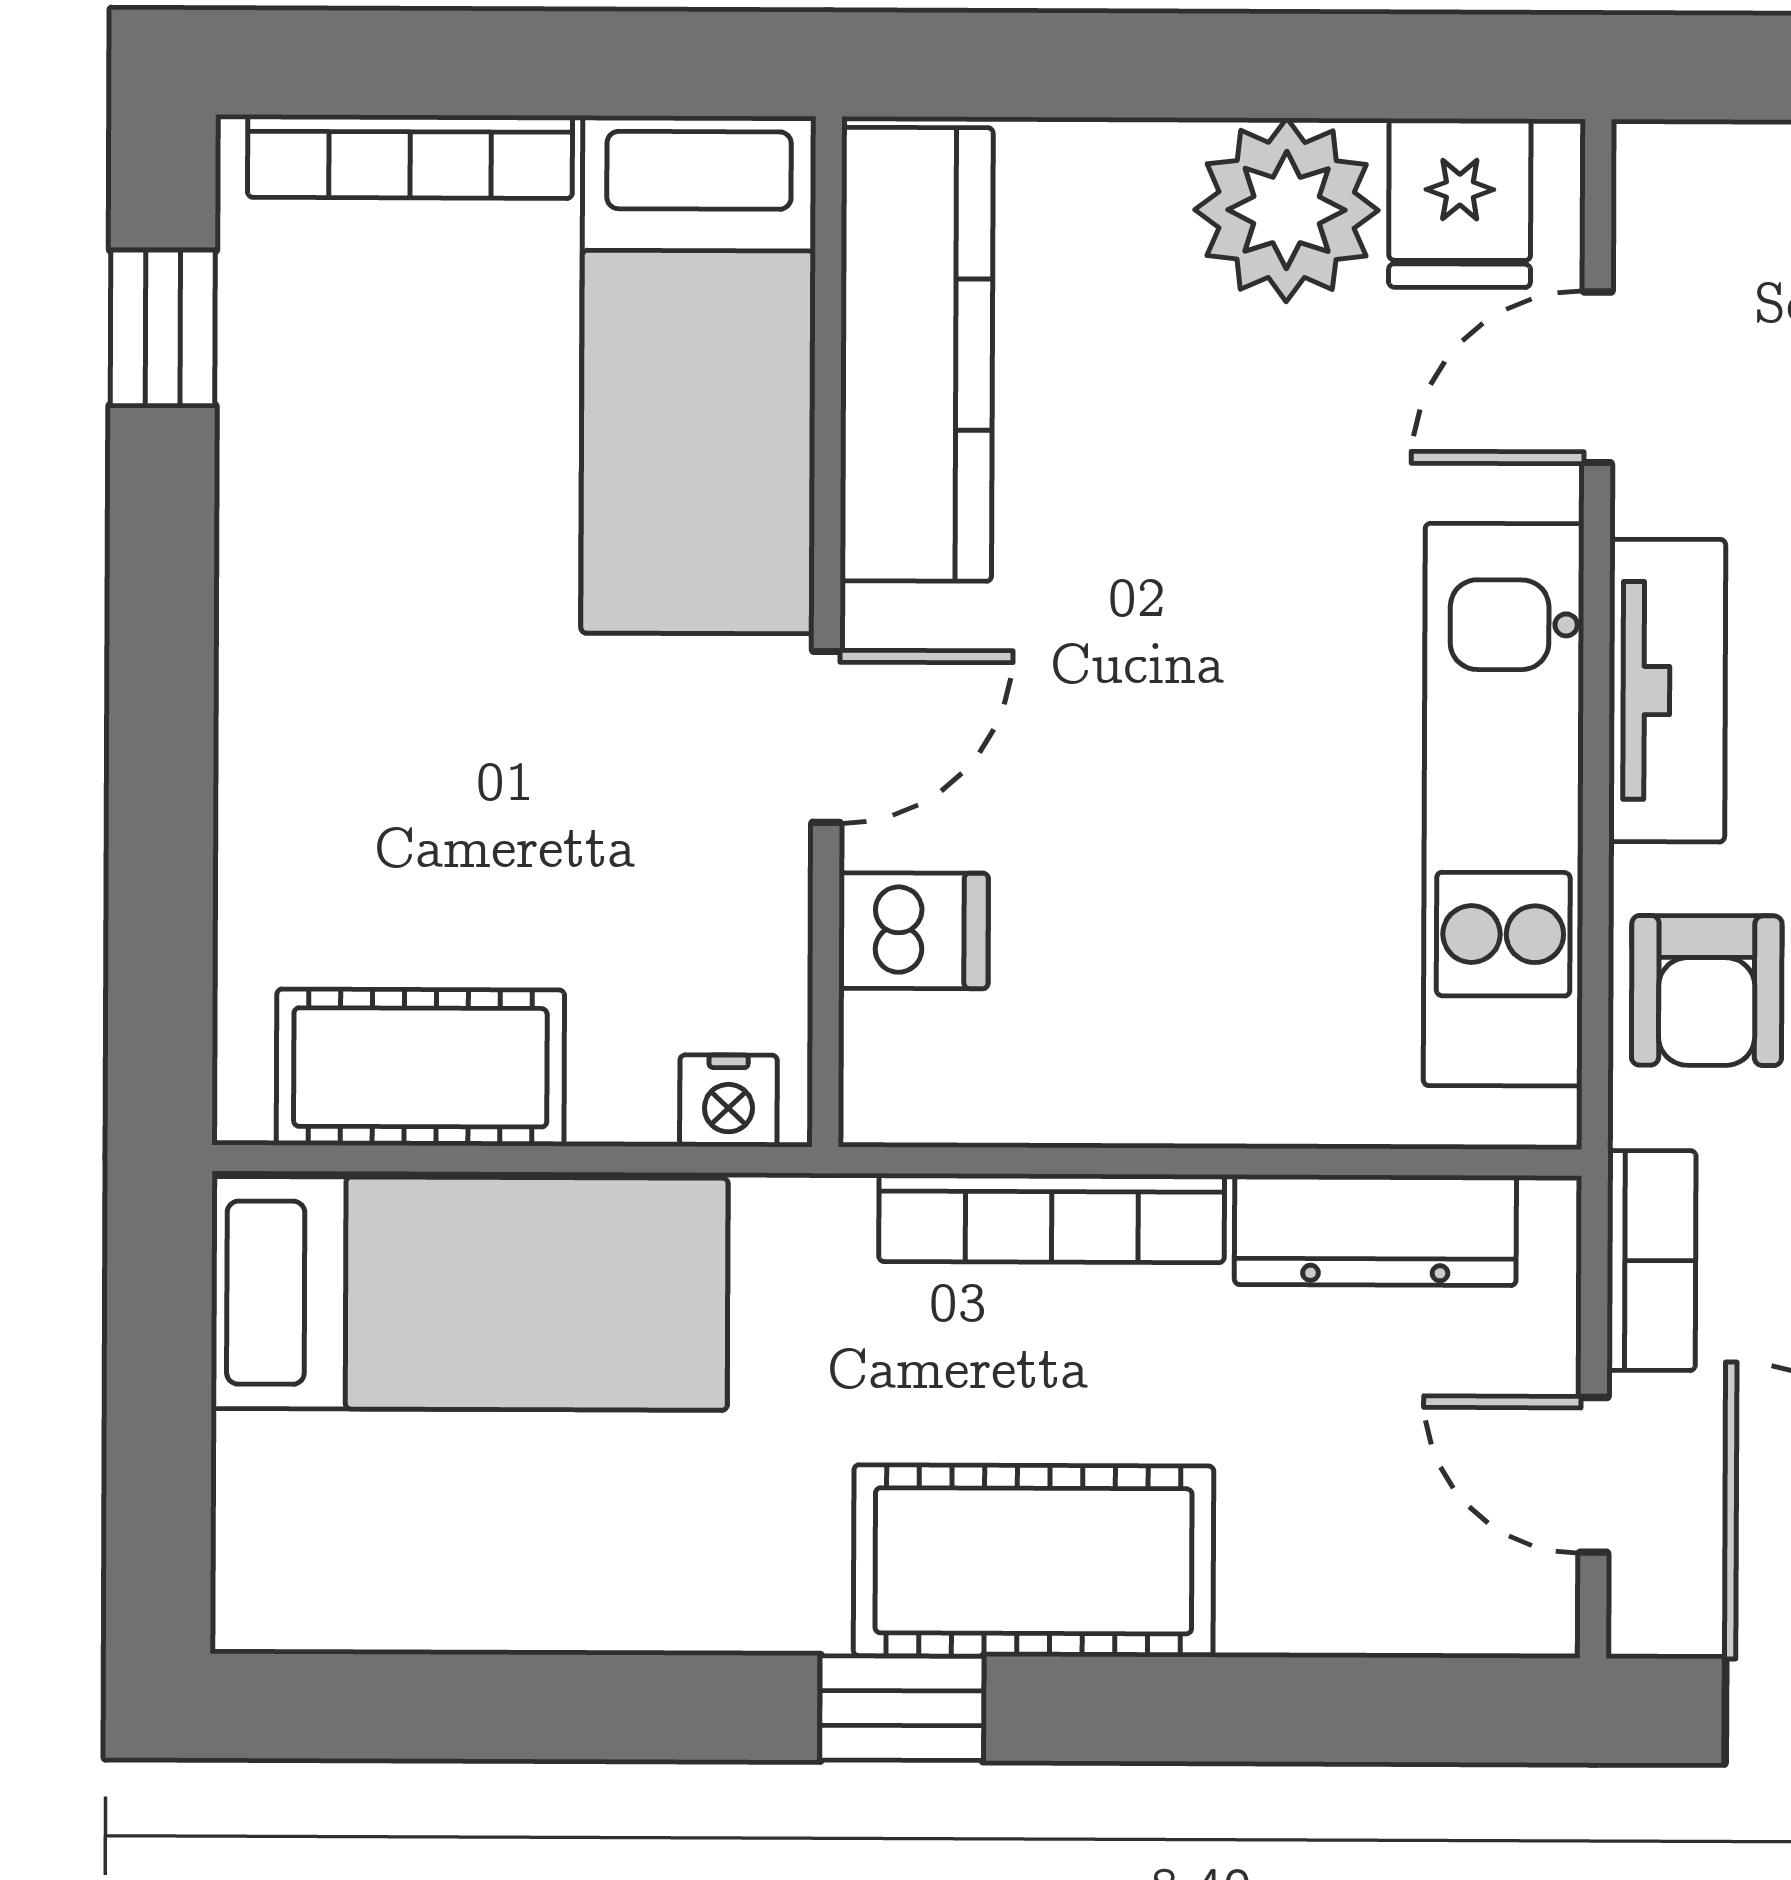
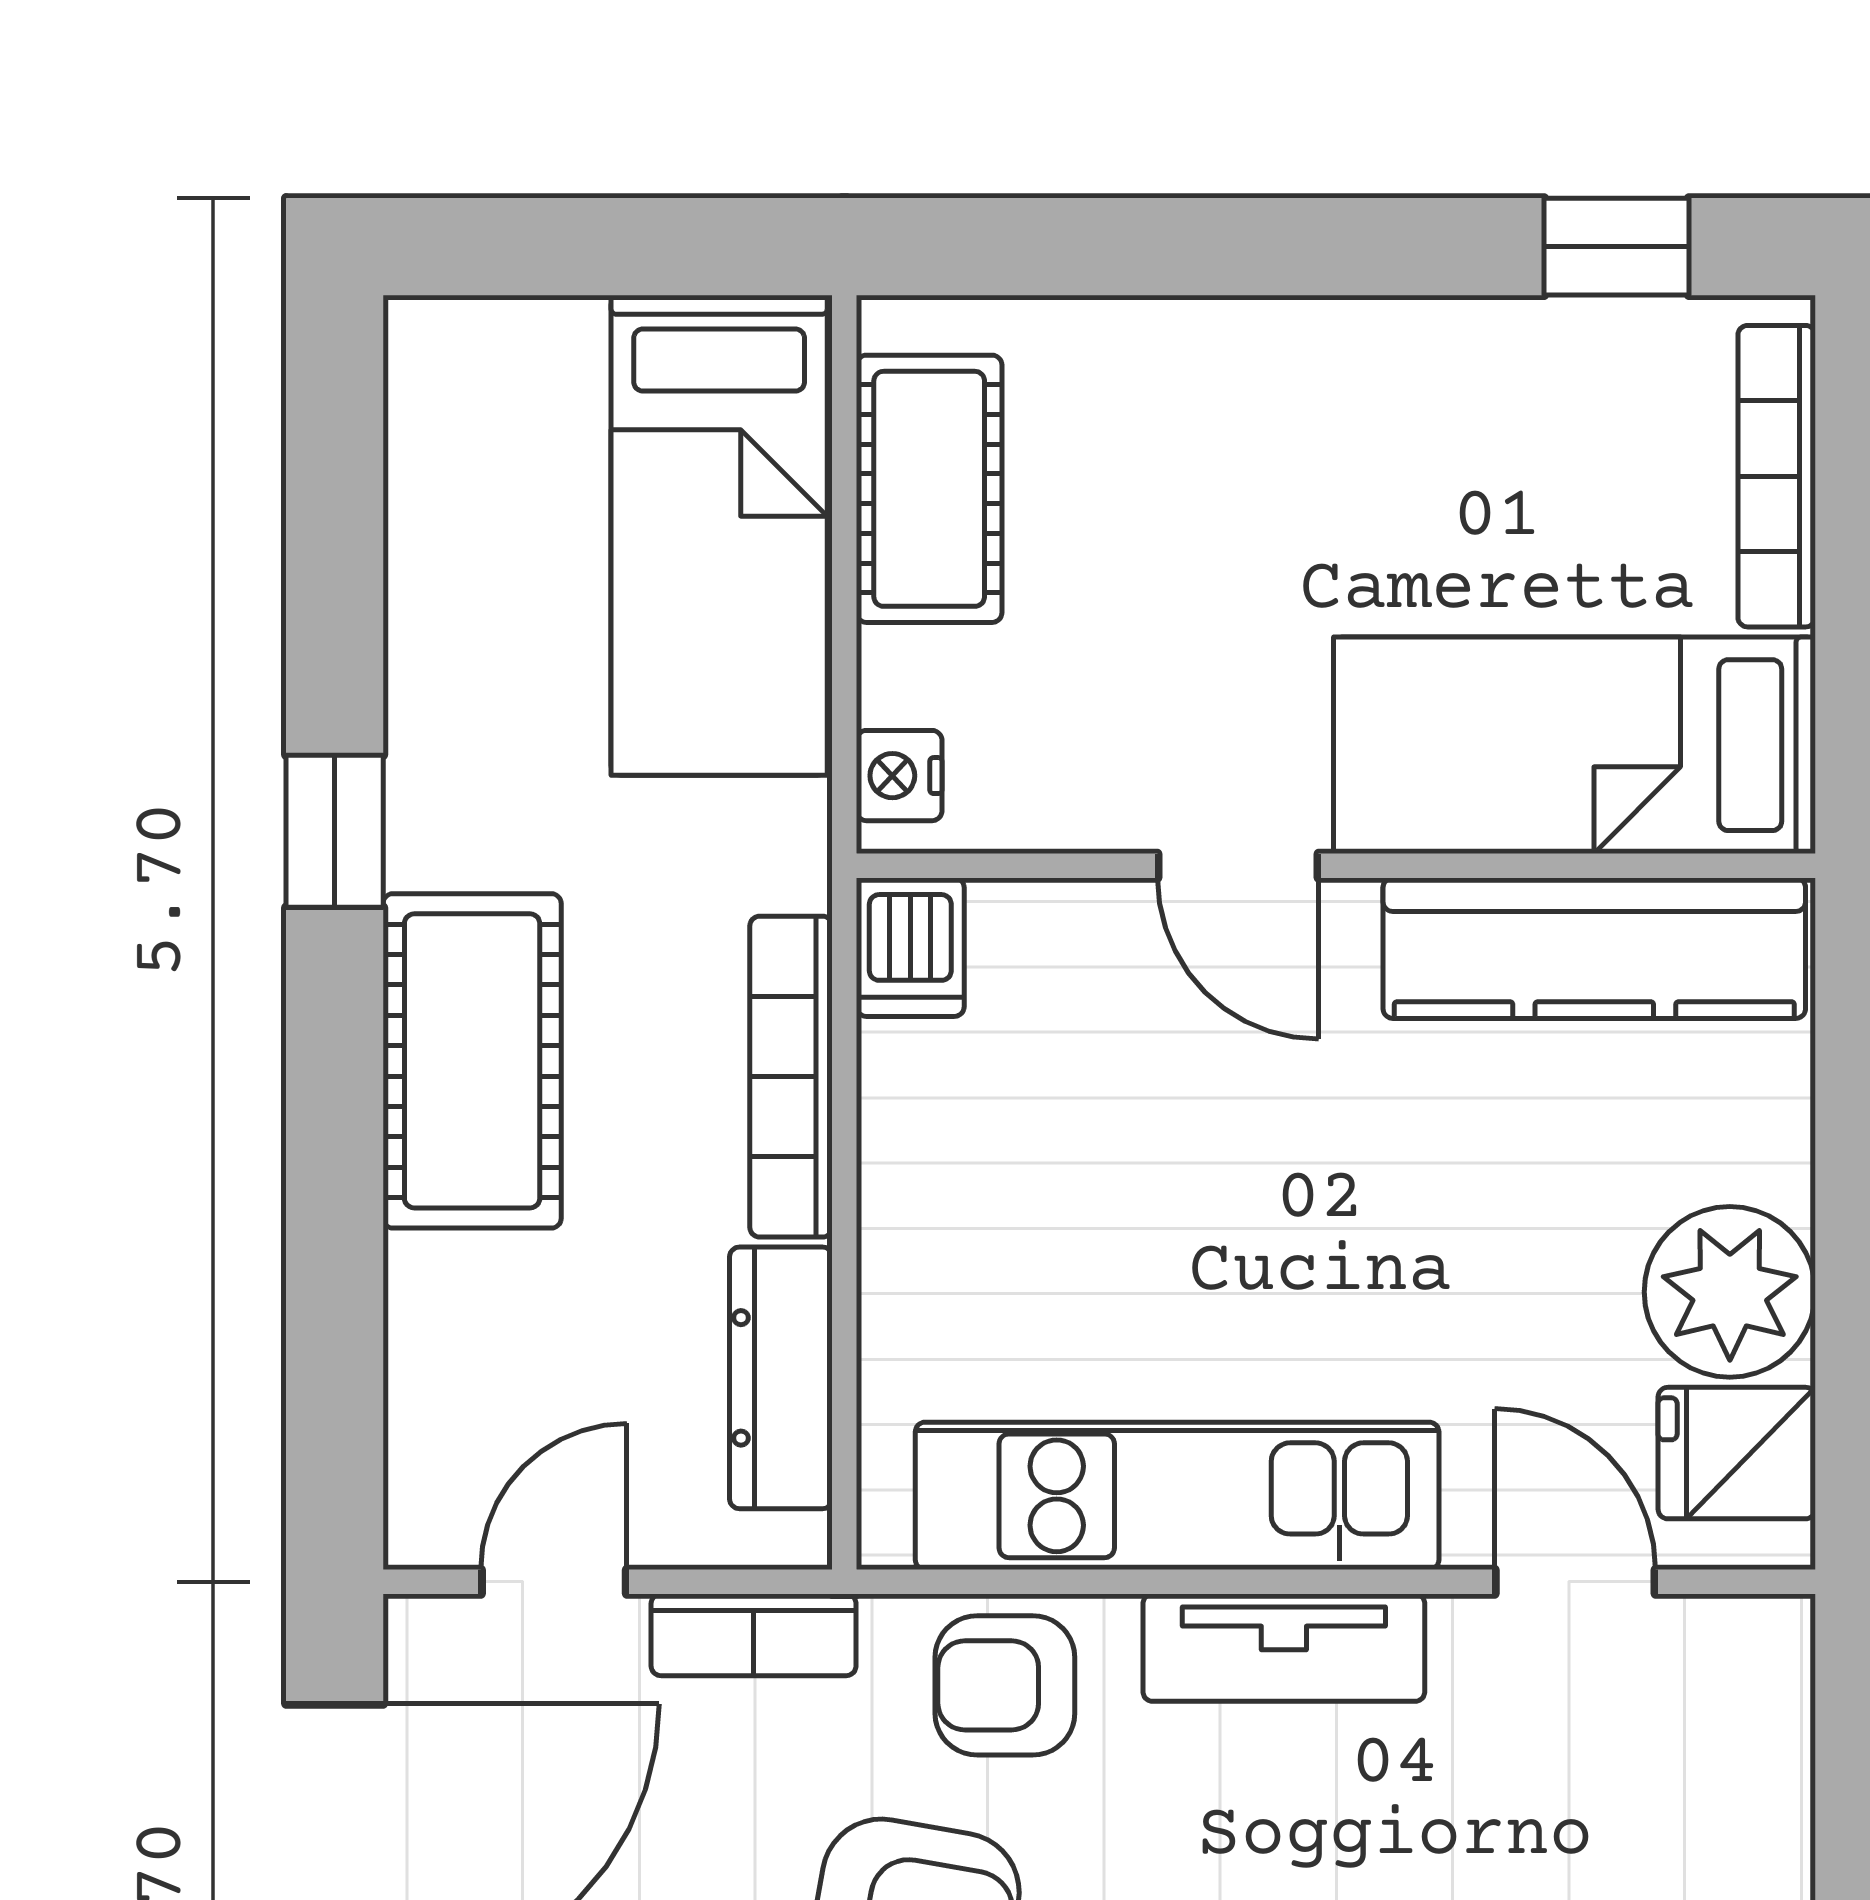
dishwasher: (913, 931) -> (910, 947), moved
window: (902, 1708) -> (335, 831), moved

